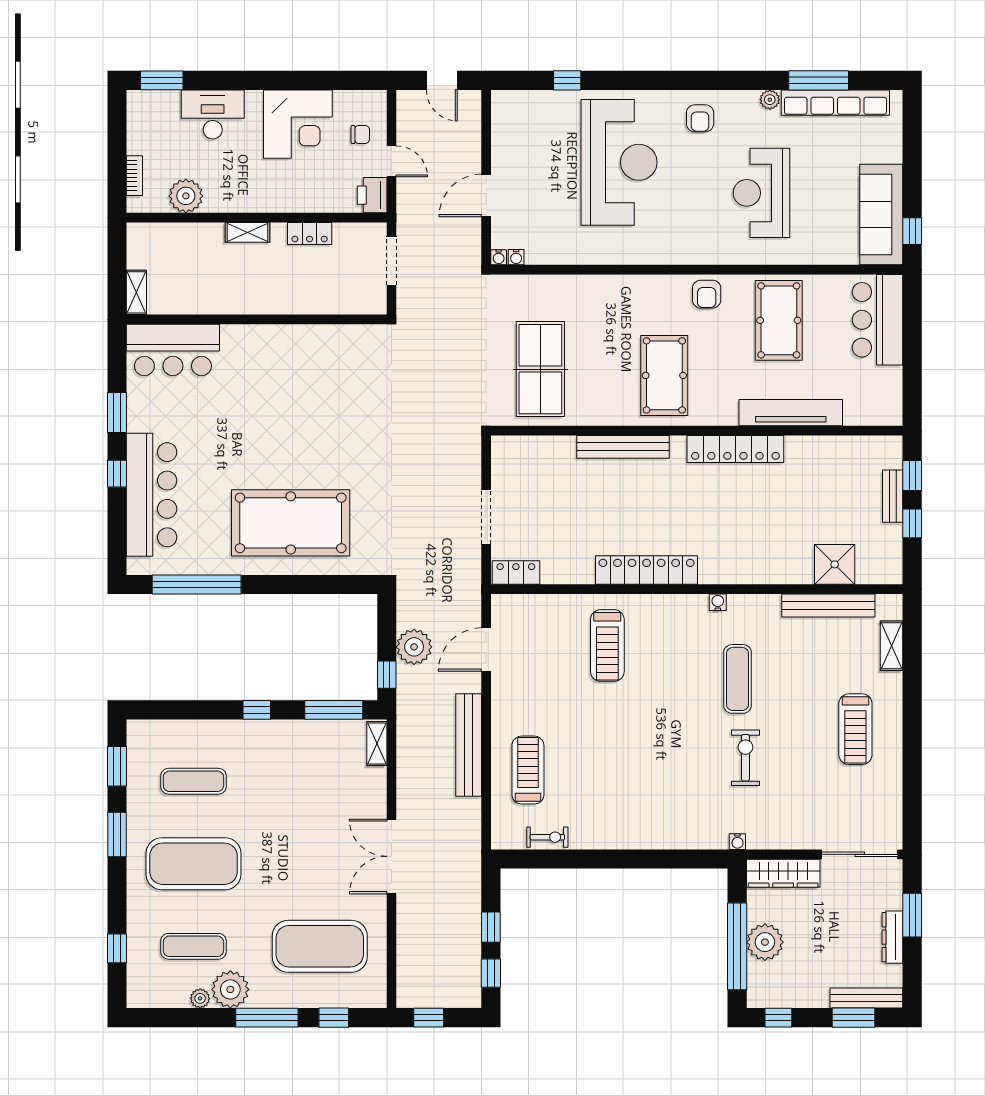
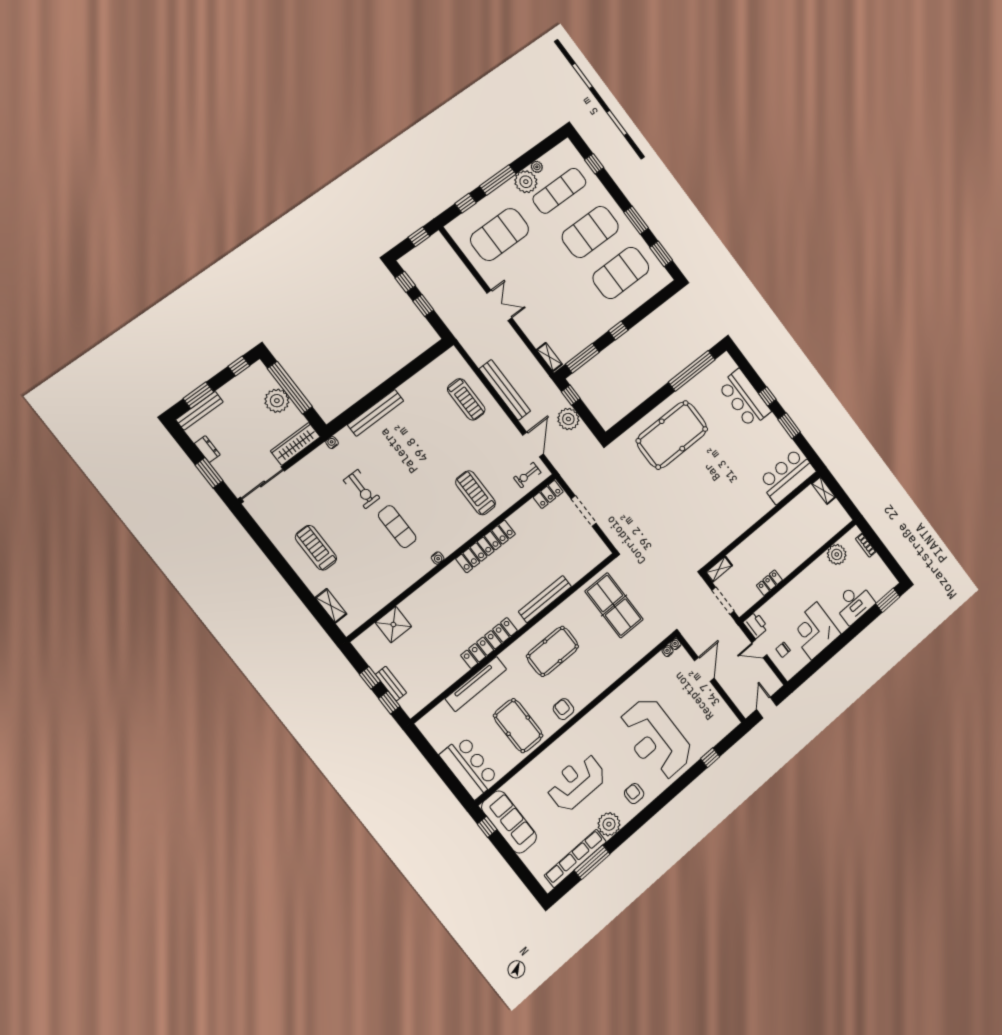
door: (442, 80) -> (767, 708), hinge flipped
plant: (770, 100) -> (609, 824), width x1.88, depth x1.88
reception desk: (761, 193) -> (576, 782), turned -90
shelving: (247, 232) -> (719, 569), moved
pool table: (664, 375) -> (553, 651), turned 90
bar counter: (152, 495) -> (744, 398), width x0.73
bench: (828, 606) -> (376, 413), moved
exercise mat: (193, 781) -> (621, 273), width x2.00, depth x1.45
exercise bike: (547, 837) -> (527, 475), moved
double door: (392, 856) -> (499, 305), width x0.73
dresser: (892, 937) -> (207, 449), width x0.70
exercise mat: (193, 946) -> (559, 191), width x1.36, depth x1.45

